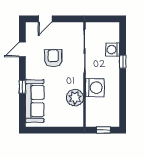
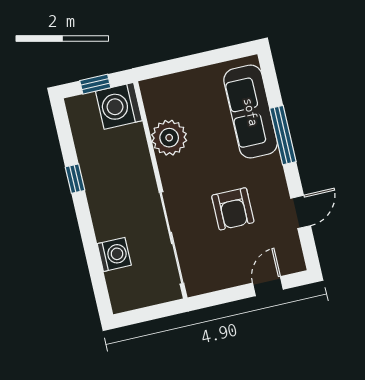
window: (123, 62) -> (75, 179), moved
window: (22, 87) -> (283, 135), width x2.17
washing machine: (95, 88) -> (119, 106), moved

